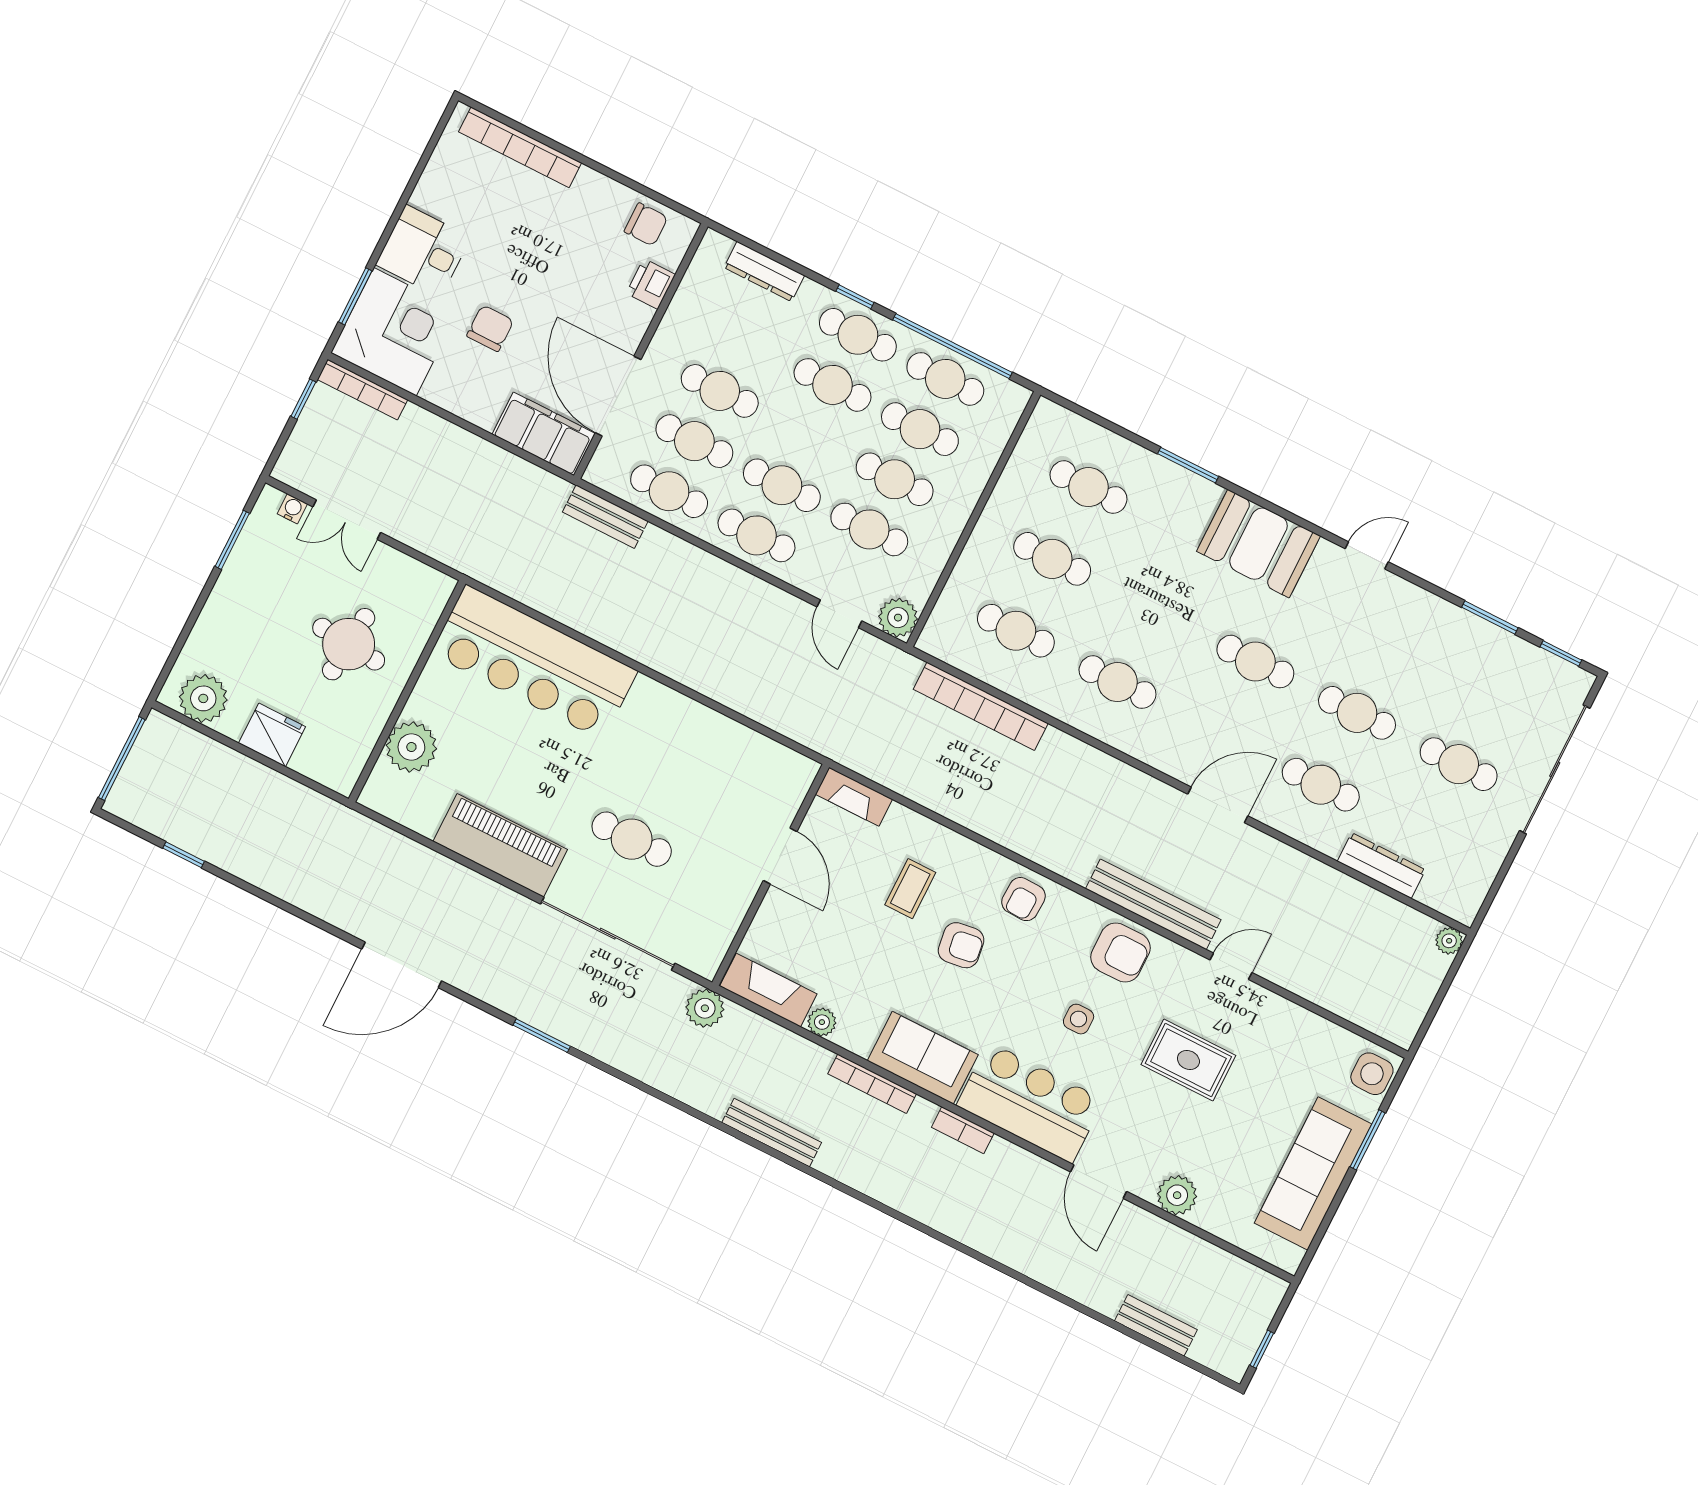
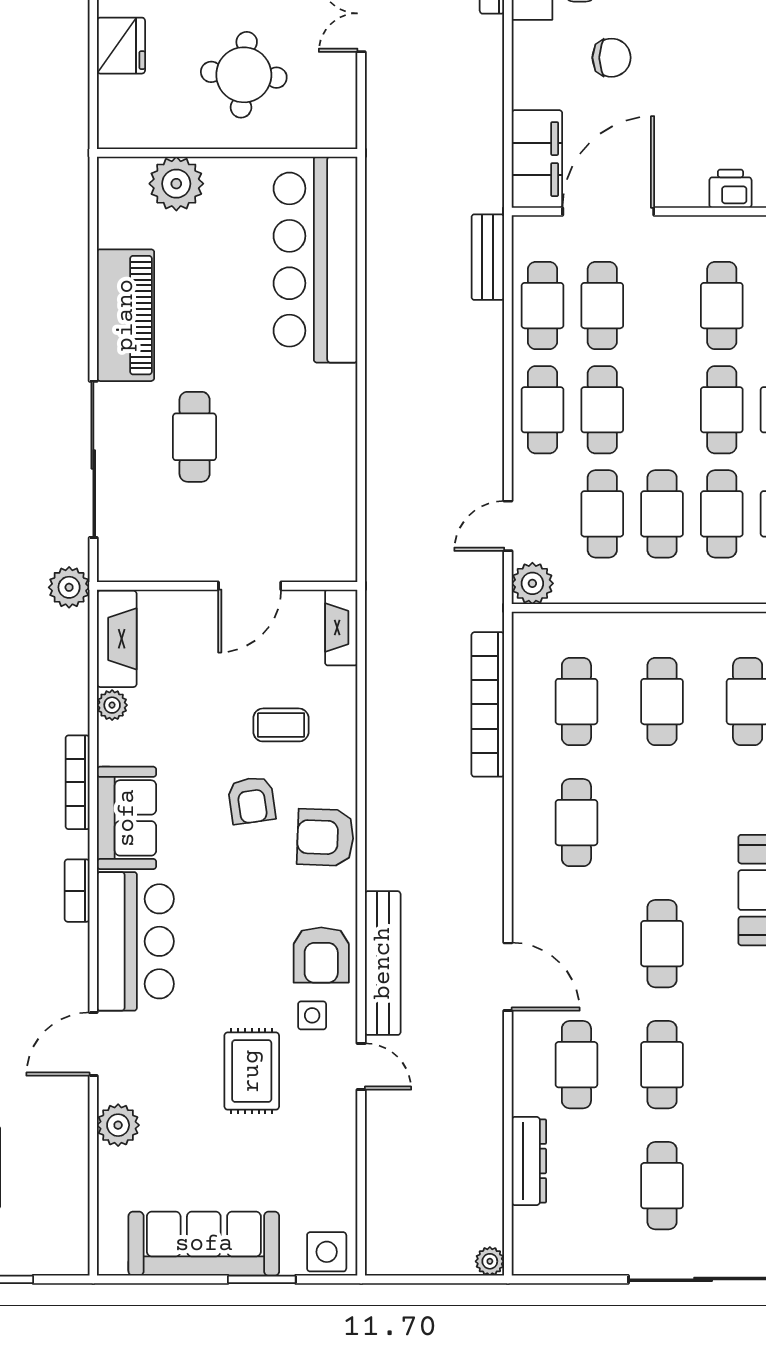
cafe table: (720, 391) -> (722, 306), moved
armchair: (1023, 899) -> (325, 837), width x1.38, depth x1.38
side table: (1079, 1019) -> (312, 1015), moved

